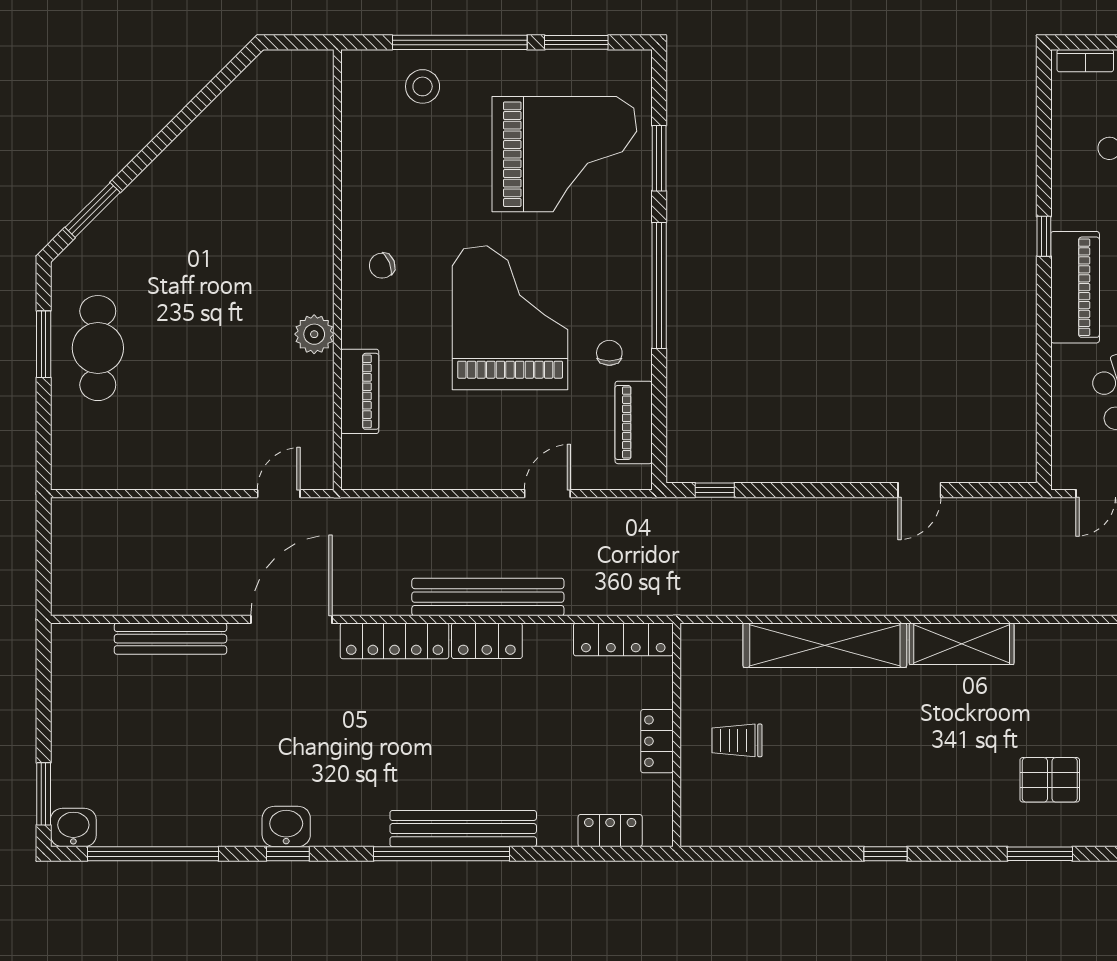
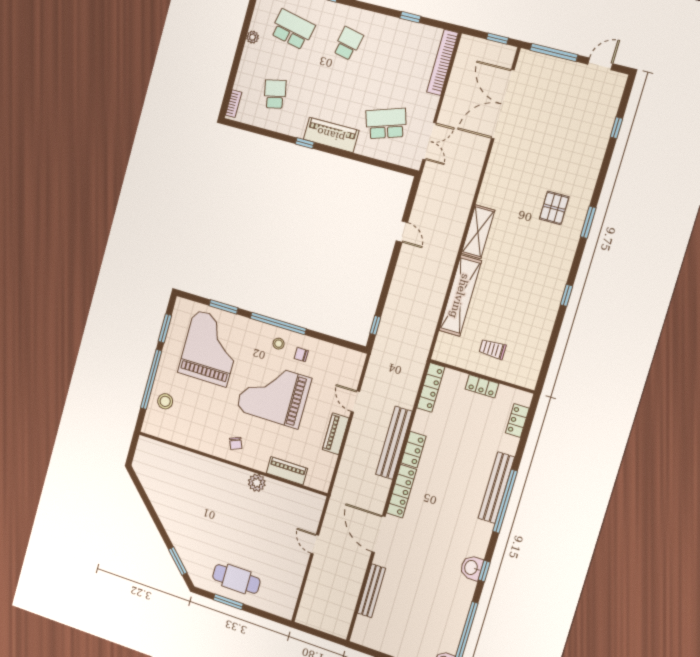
stool: (618, 298) -> (279, 344), added
piano: (634, 422) -> (336, 434), moved, turned 90
door: (279, 494) -> (315, 544), moved
trolley: (737, 740) -> (493, 349), turned 90

